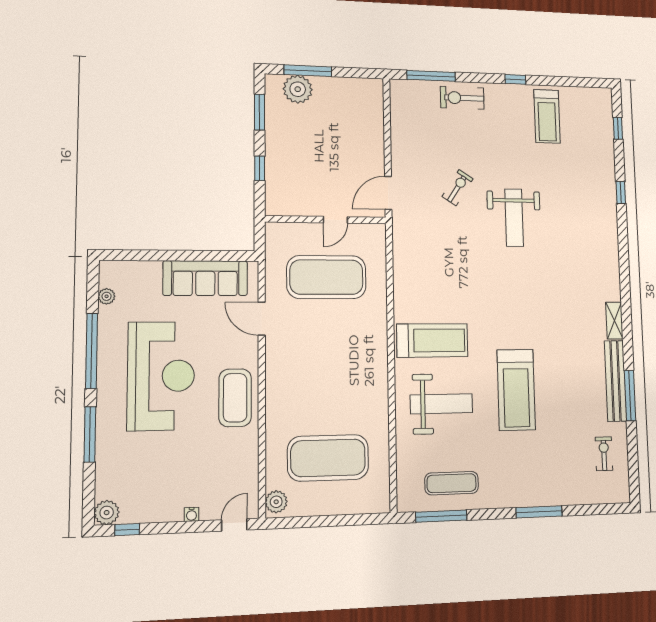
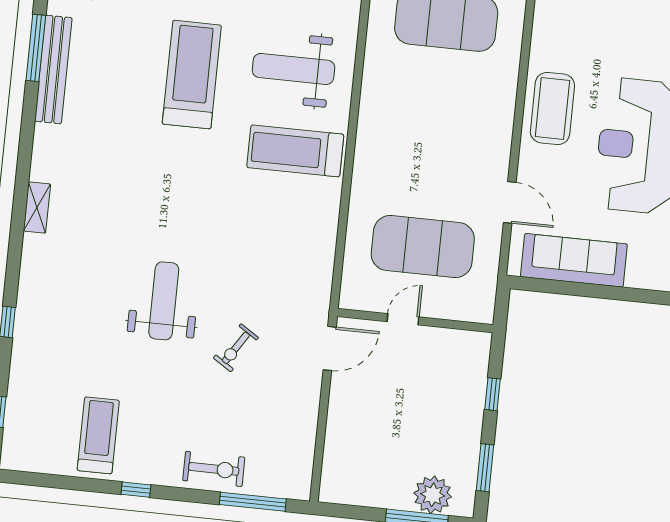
shelving: (614, 321) -> (37, 207), moved

